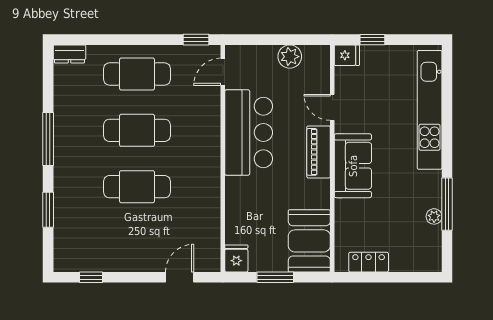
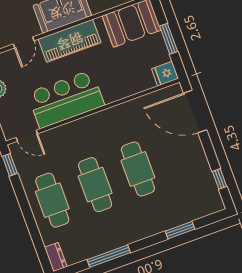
window: (48, 139) -> (109, 256), moved
piano: (319, 152) -> (70, 41), width x1.37, depth x1.33
door: (180, 277) -> (195, 112), width x1.87

